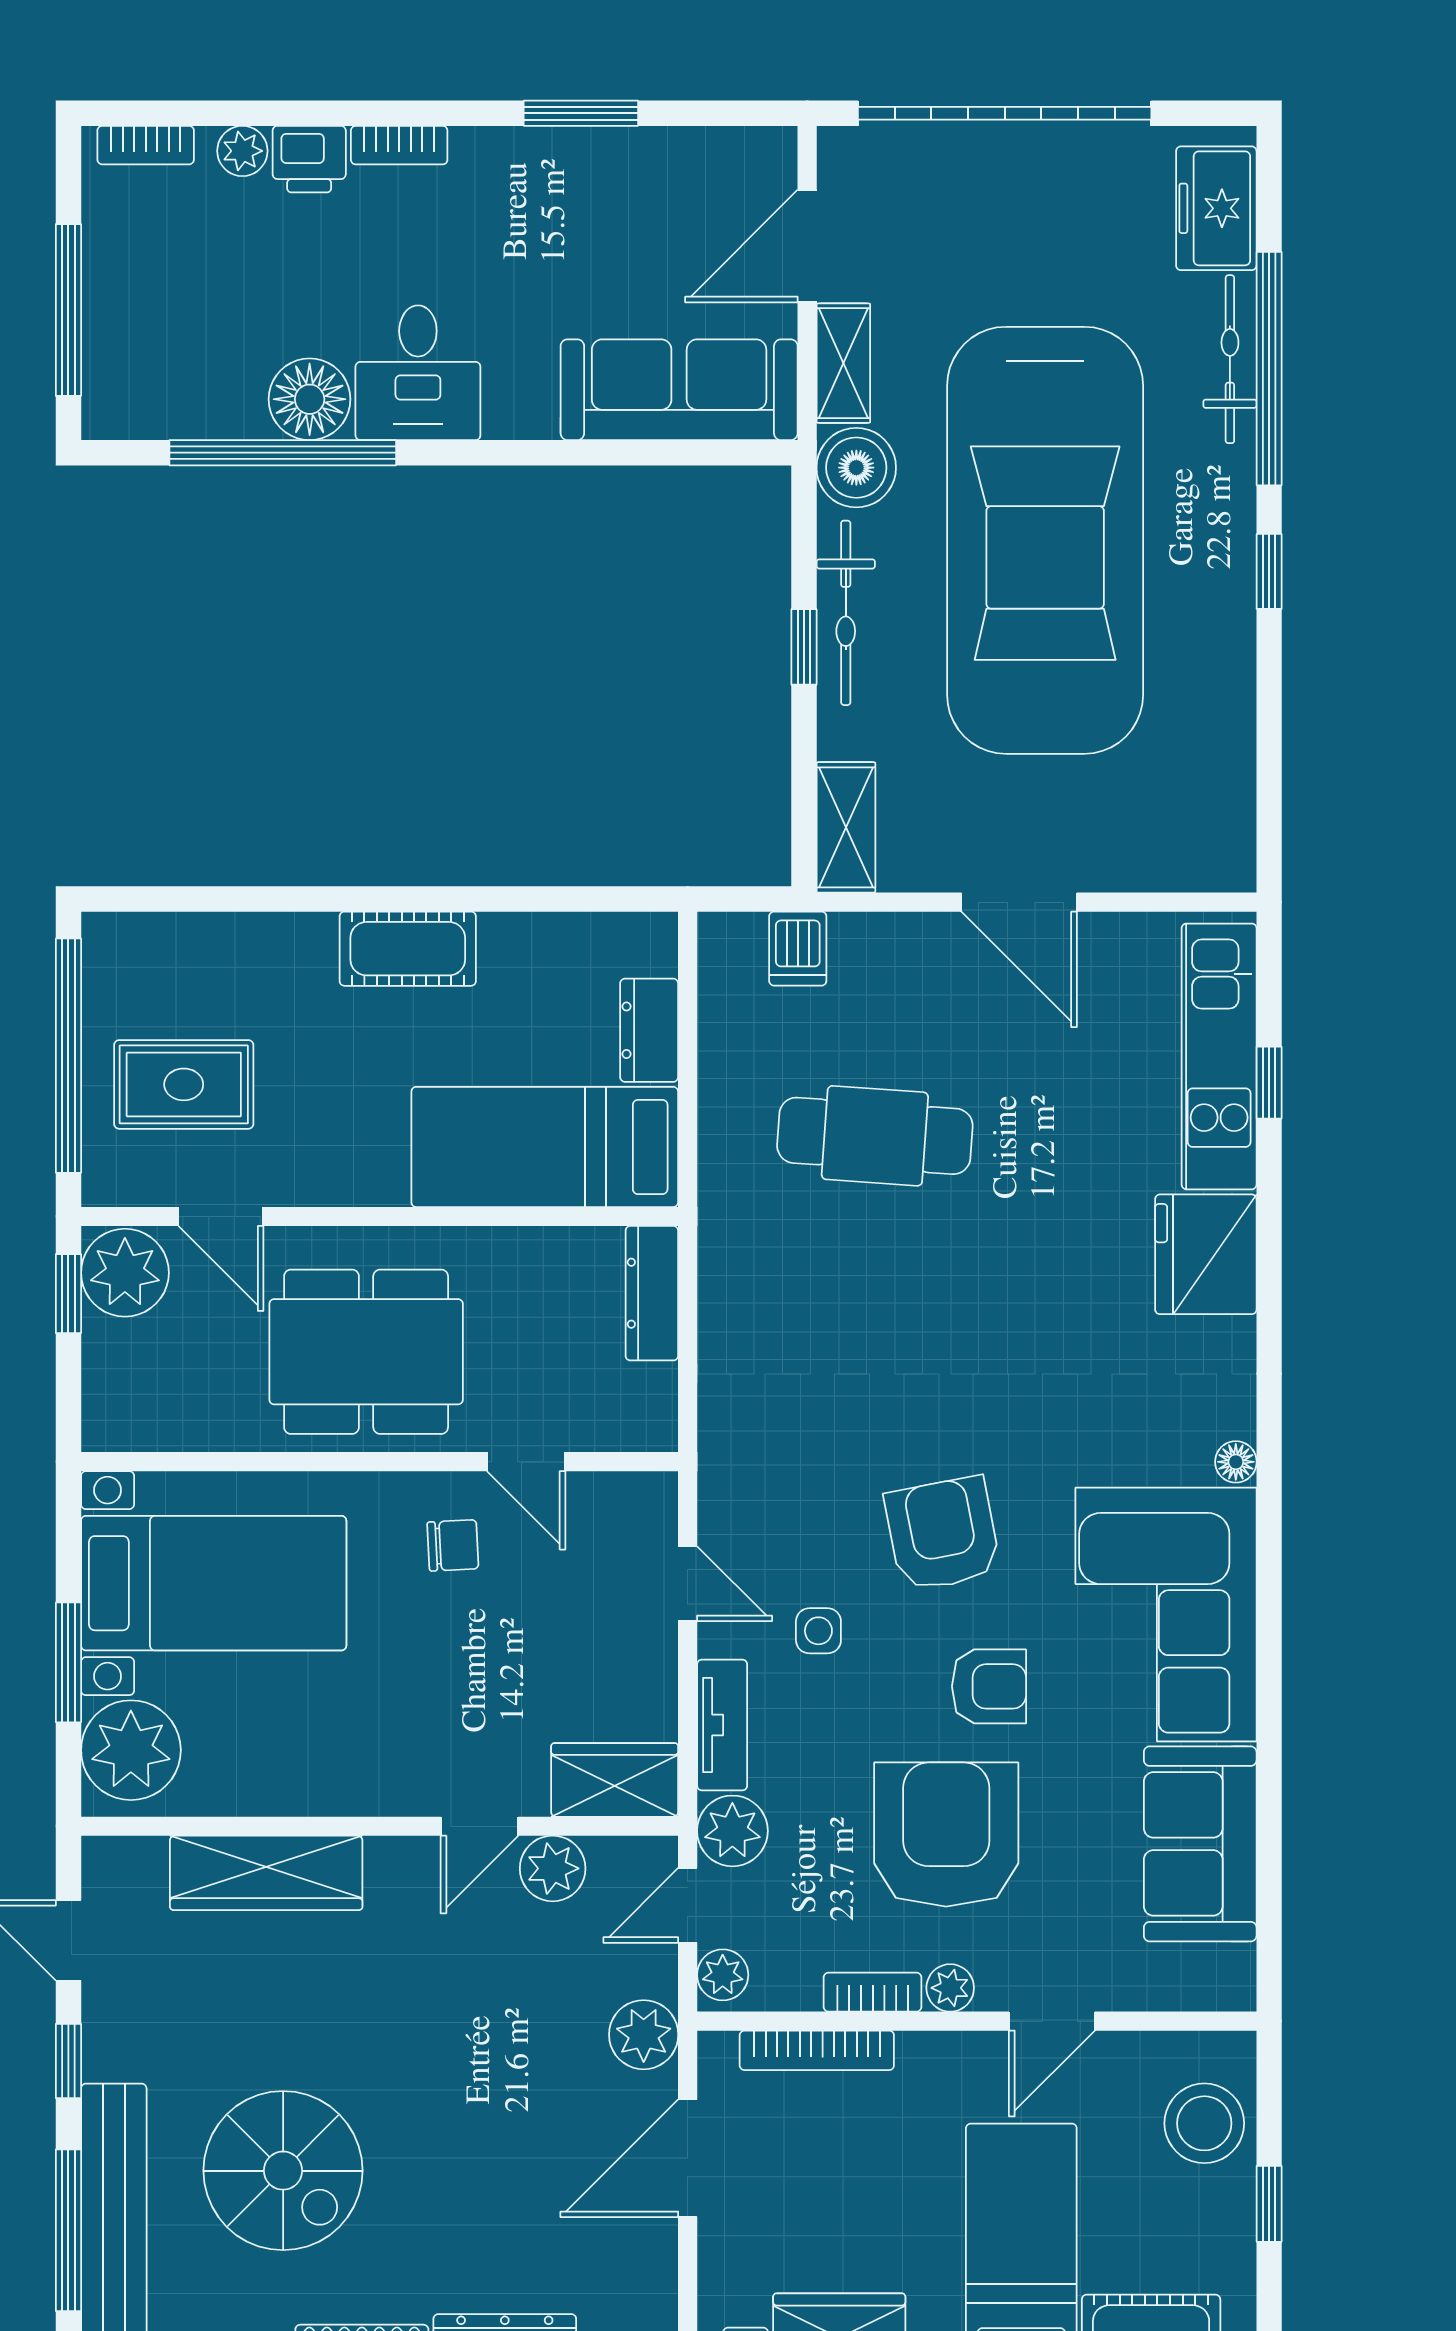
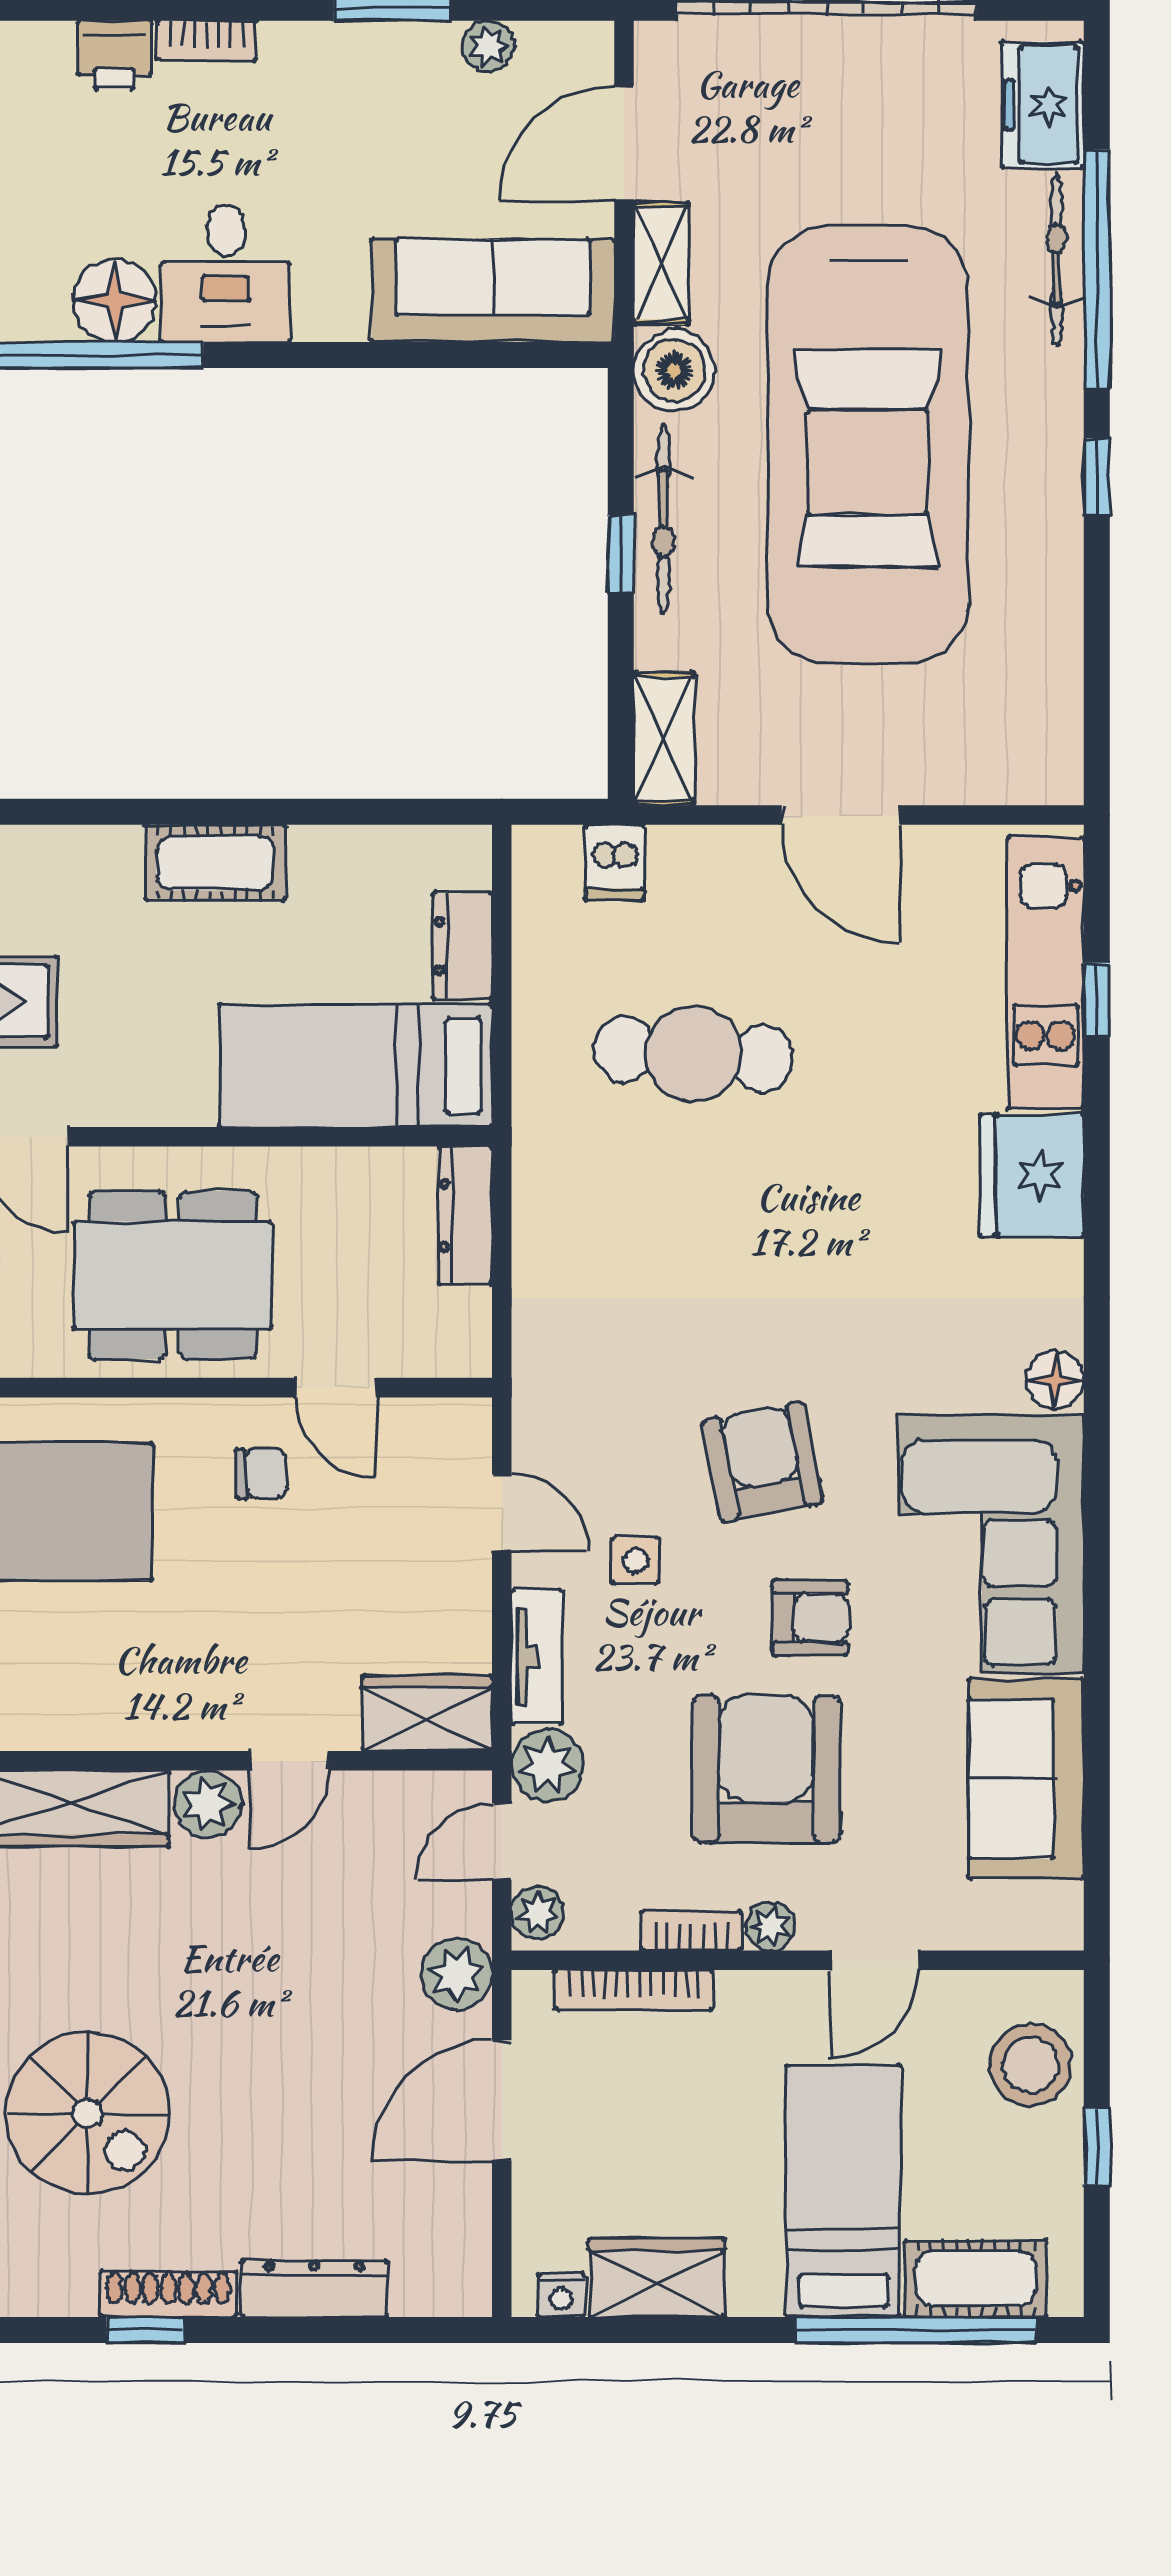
plant: (242, 151) -> (488, 46), moved
floor lamp: (1236, 1462) -> (1055, 1380), width x1.37, depth x1.37
plant: (553, 1868) -> (208, 1804), moved

